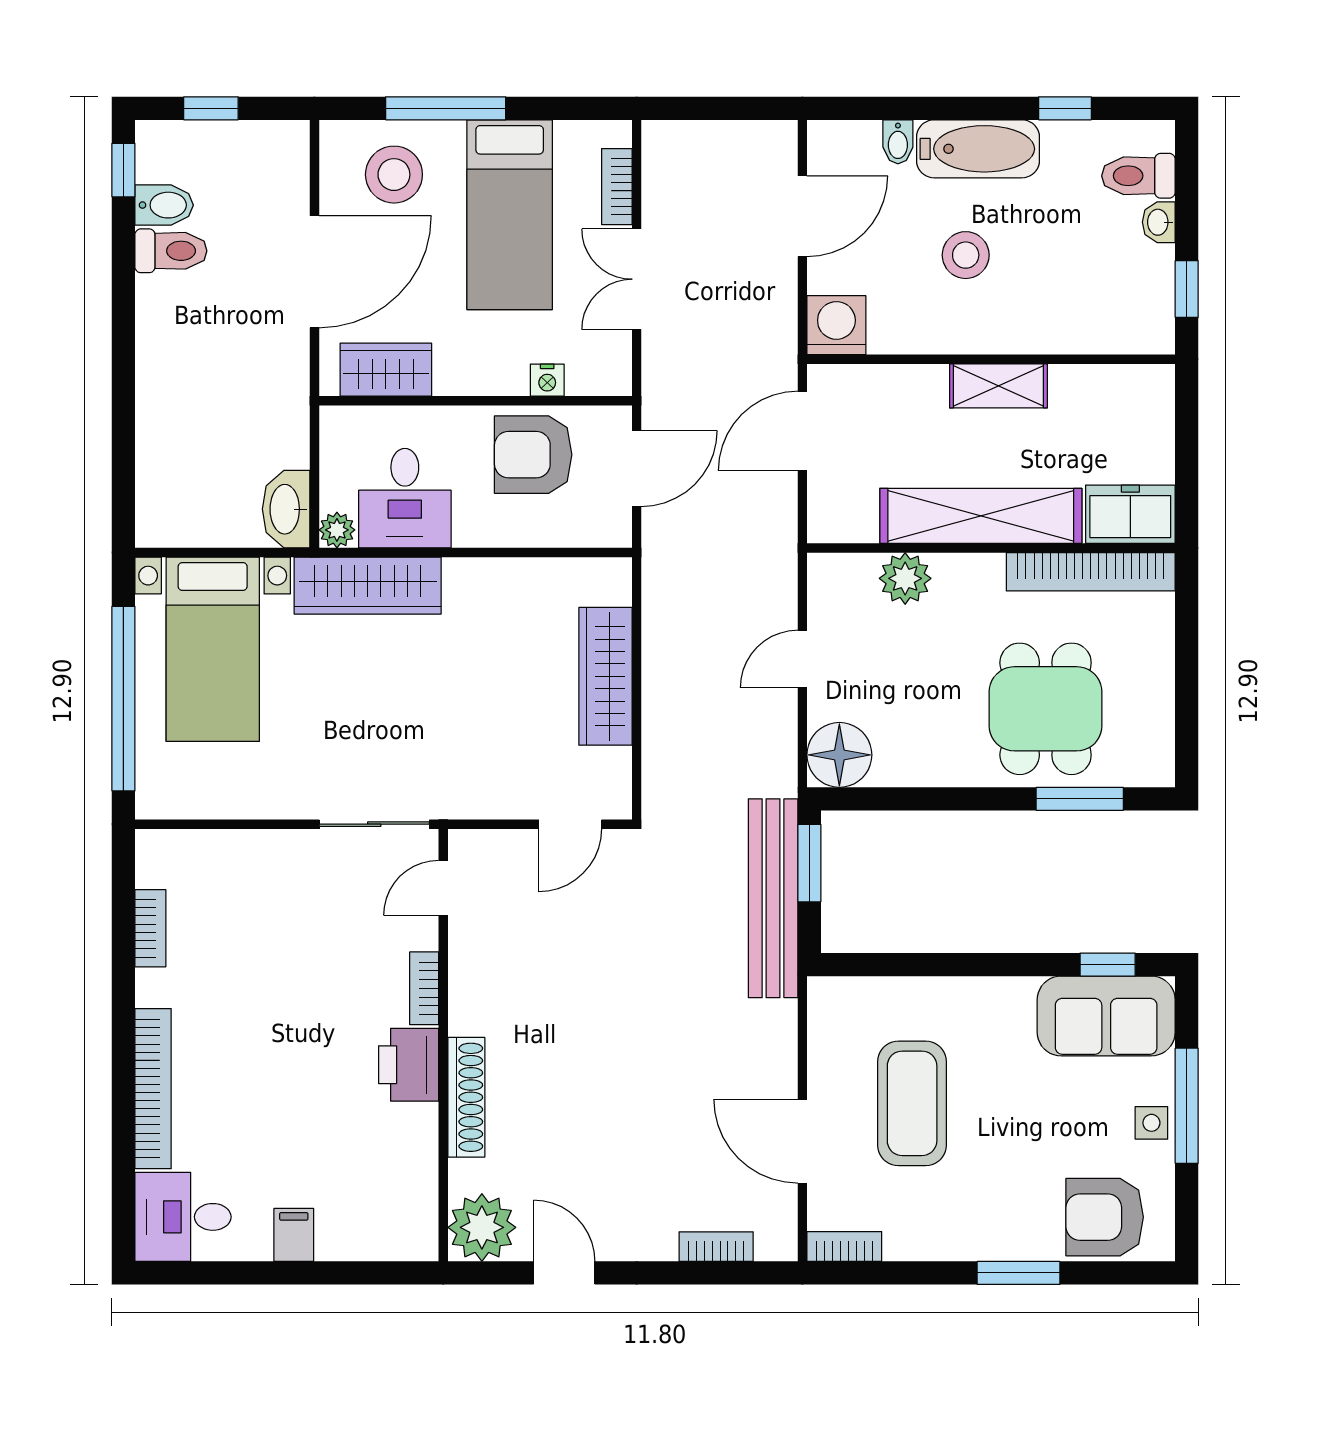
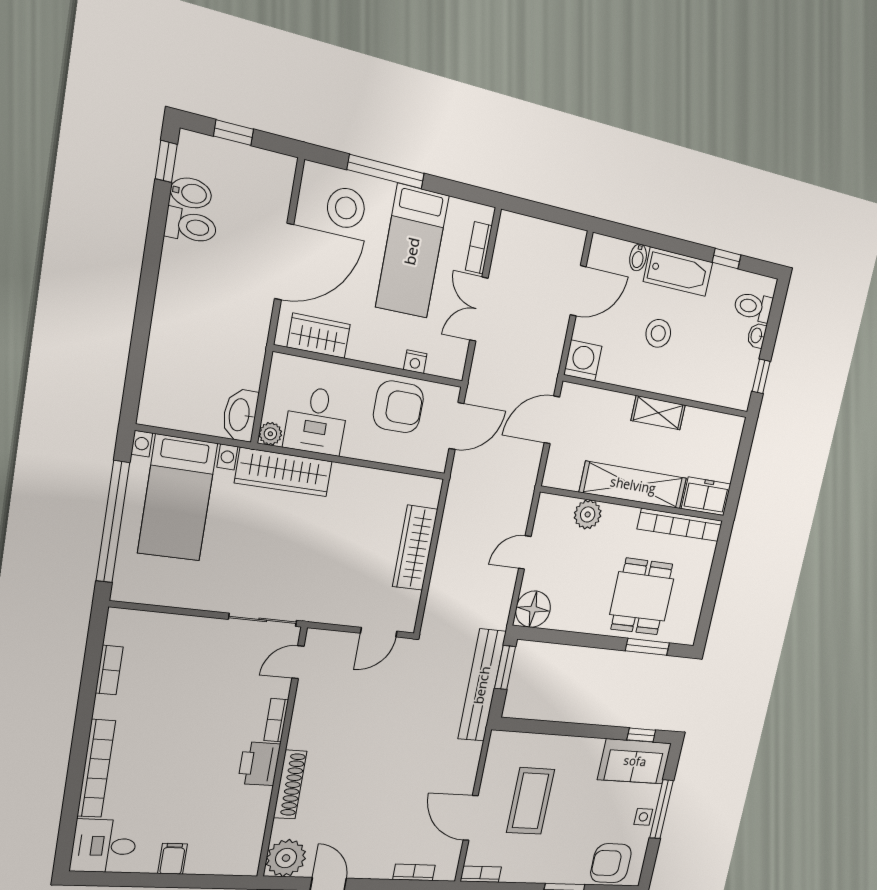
armchair: (533, 455) -> (398, 407), turned 180

